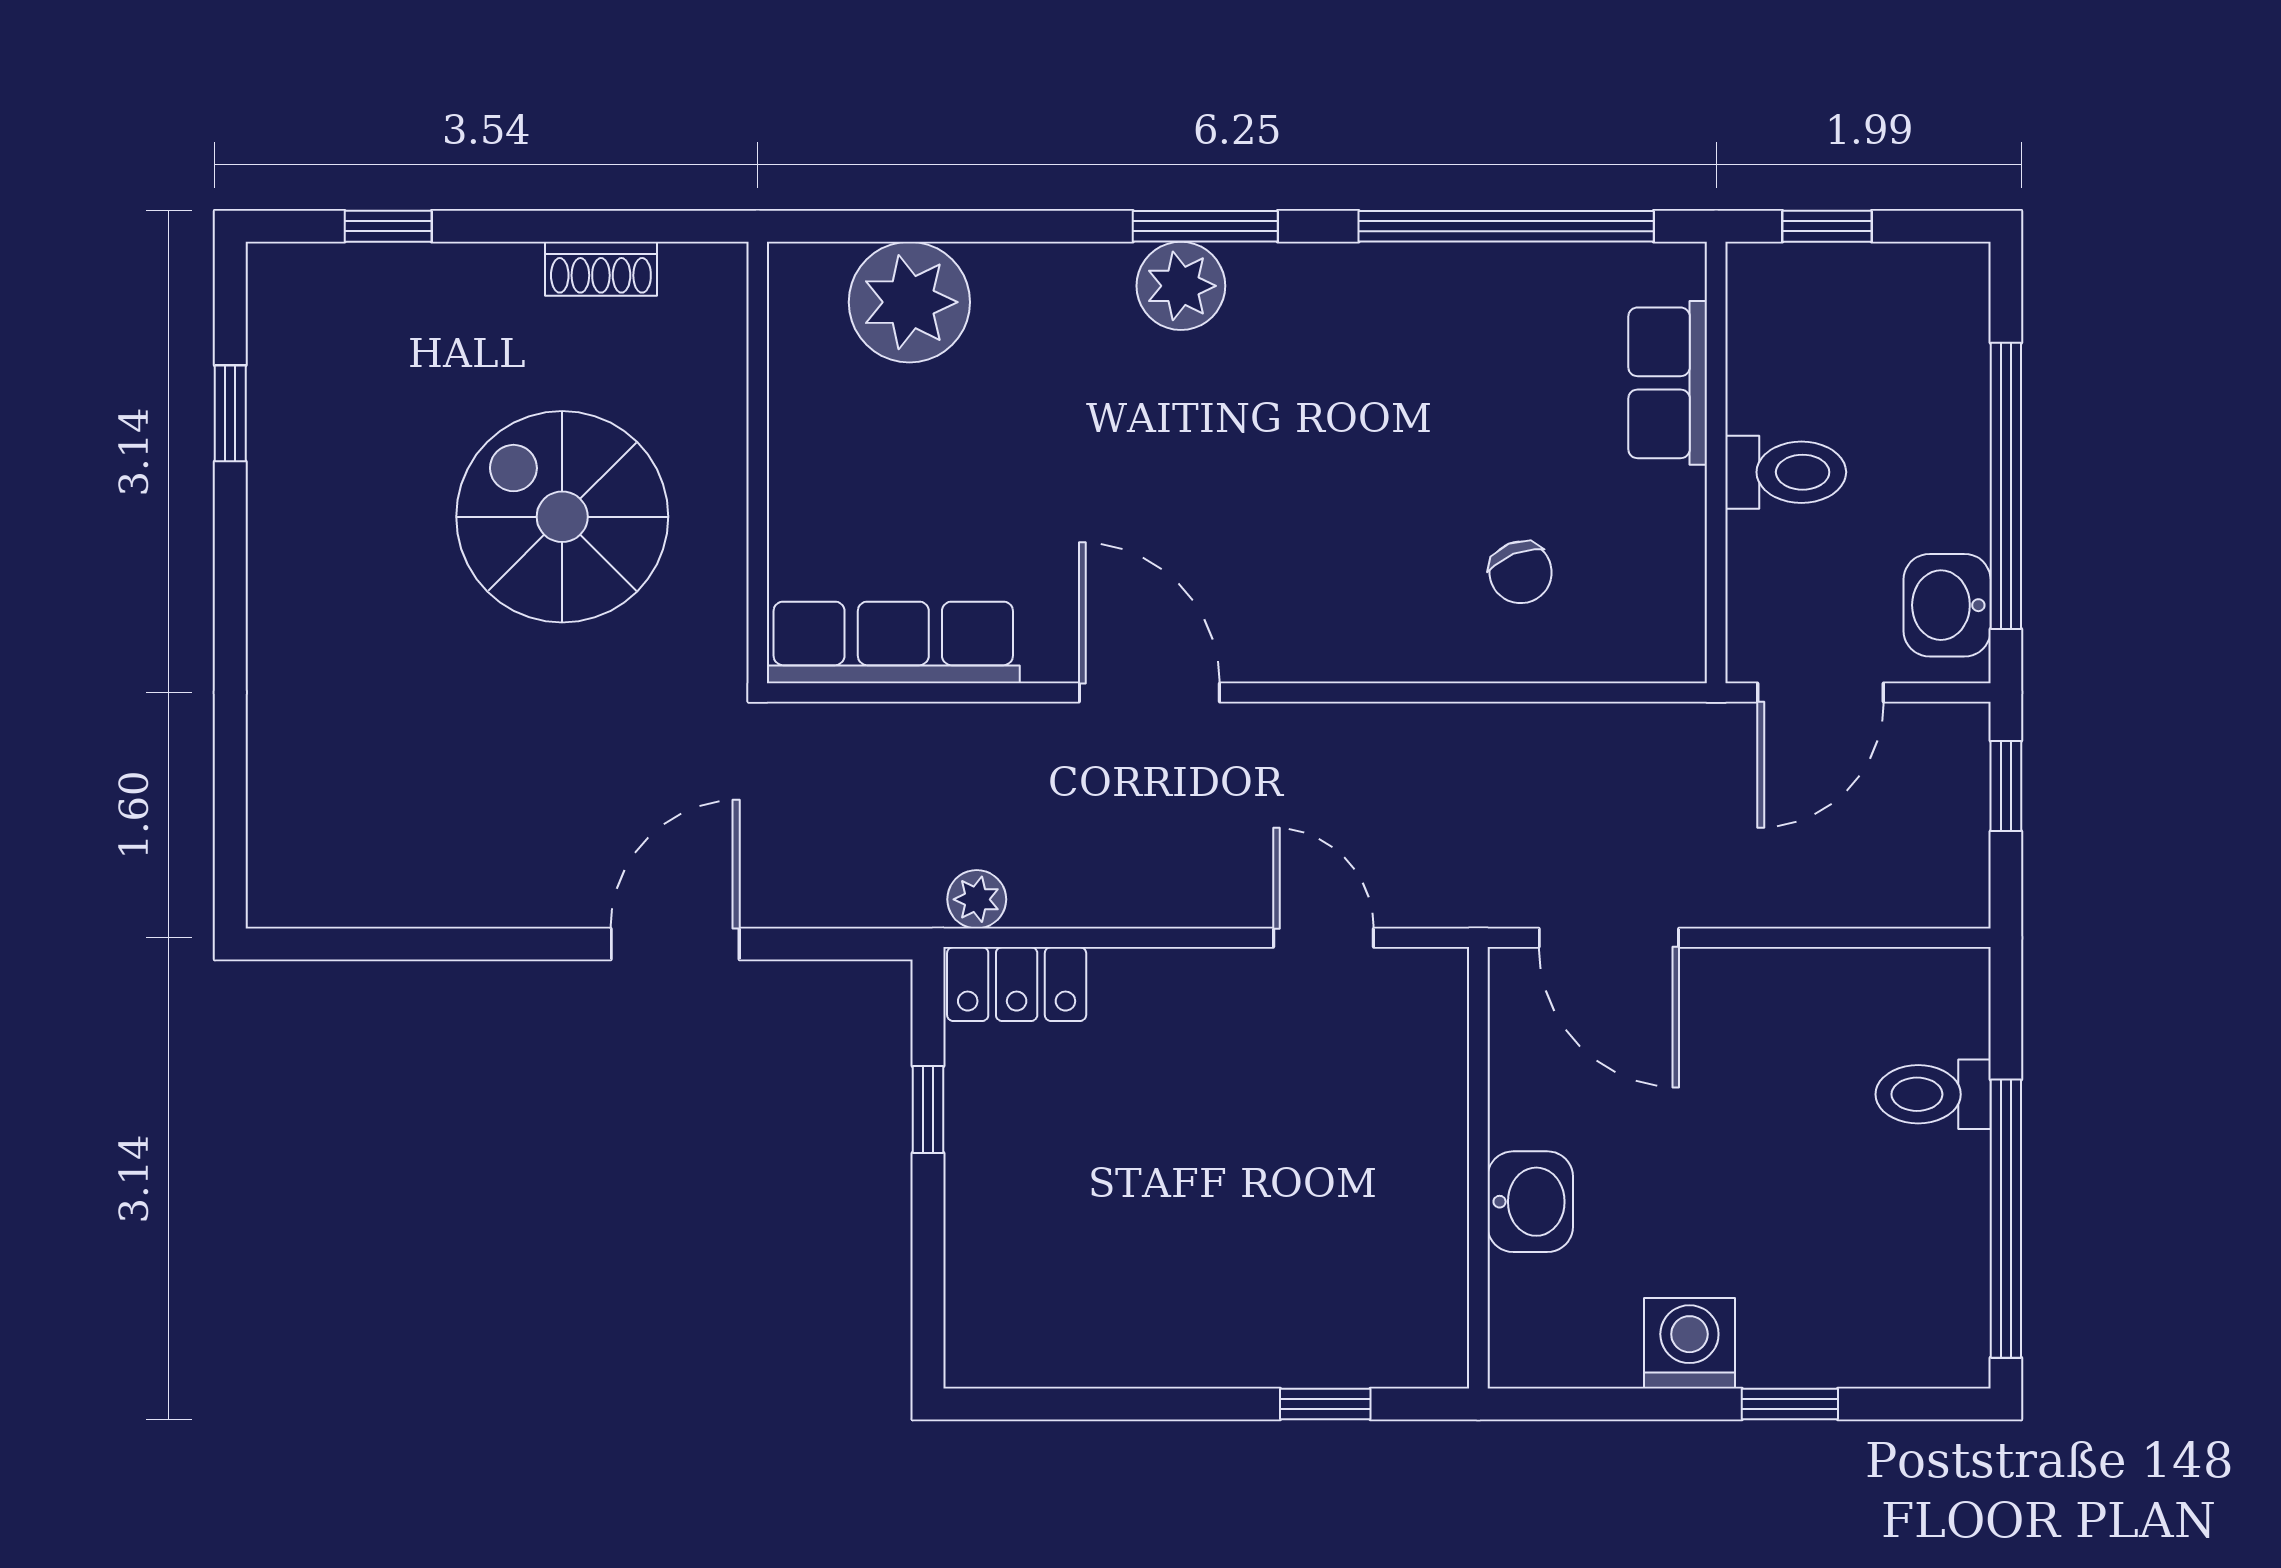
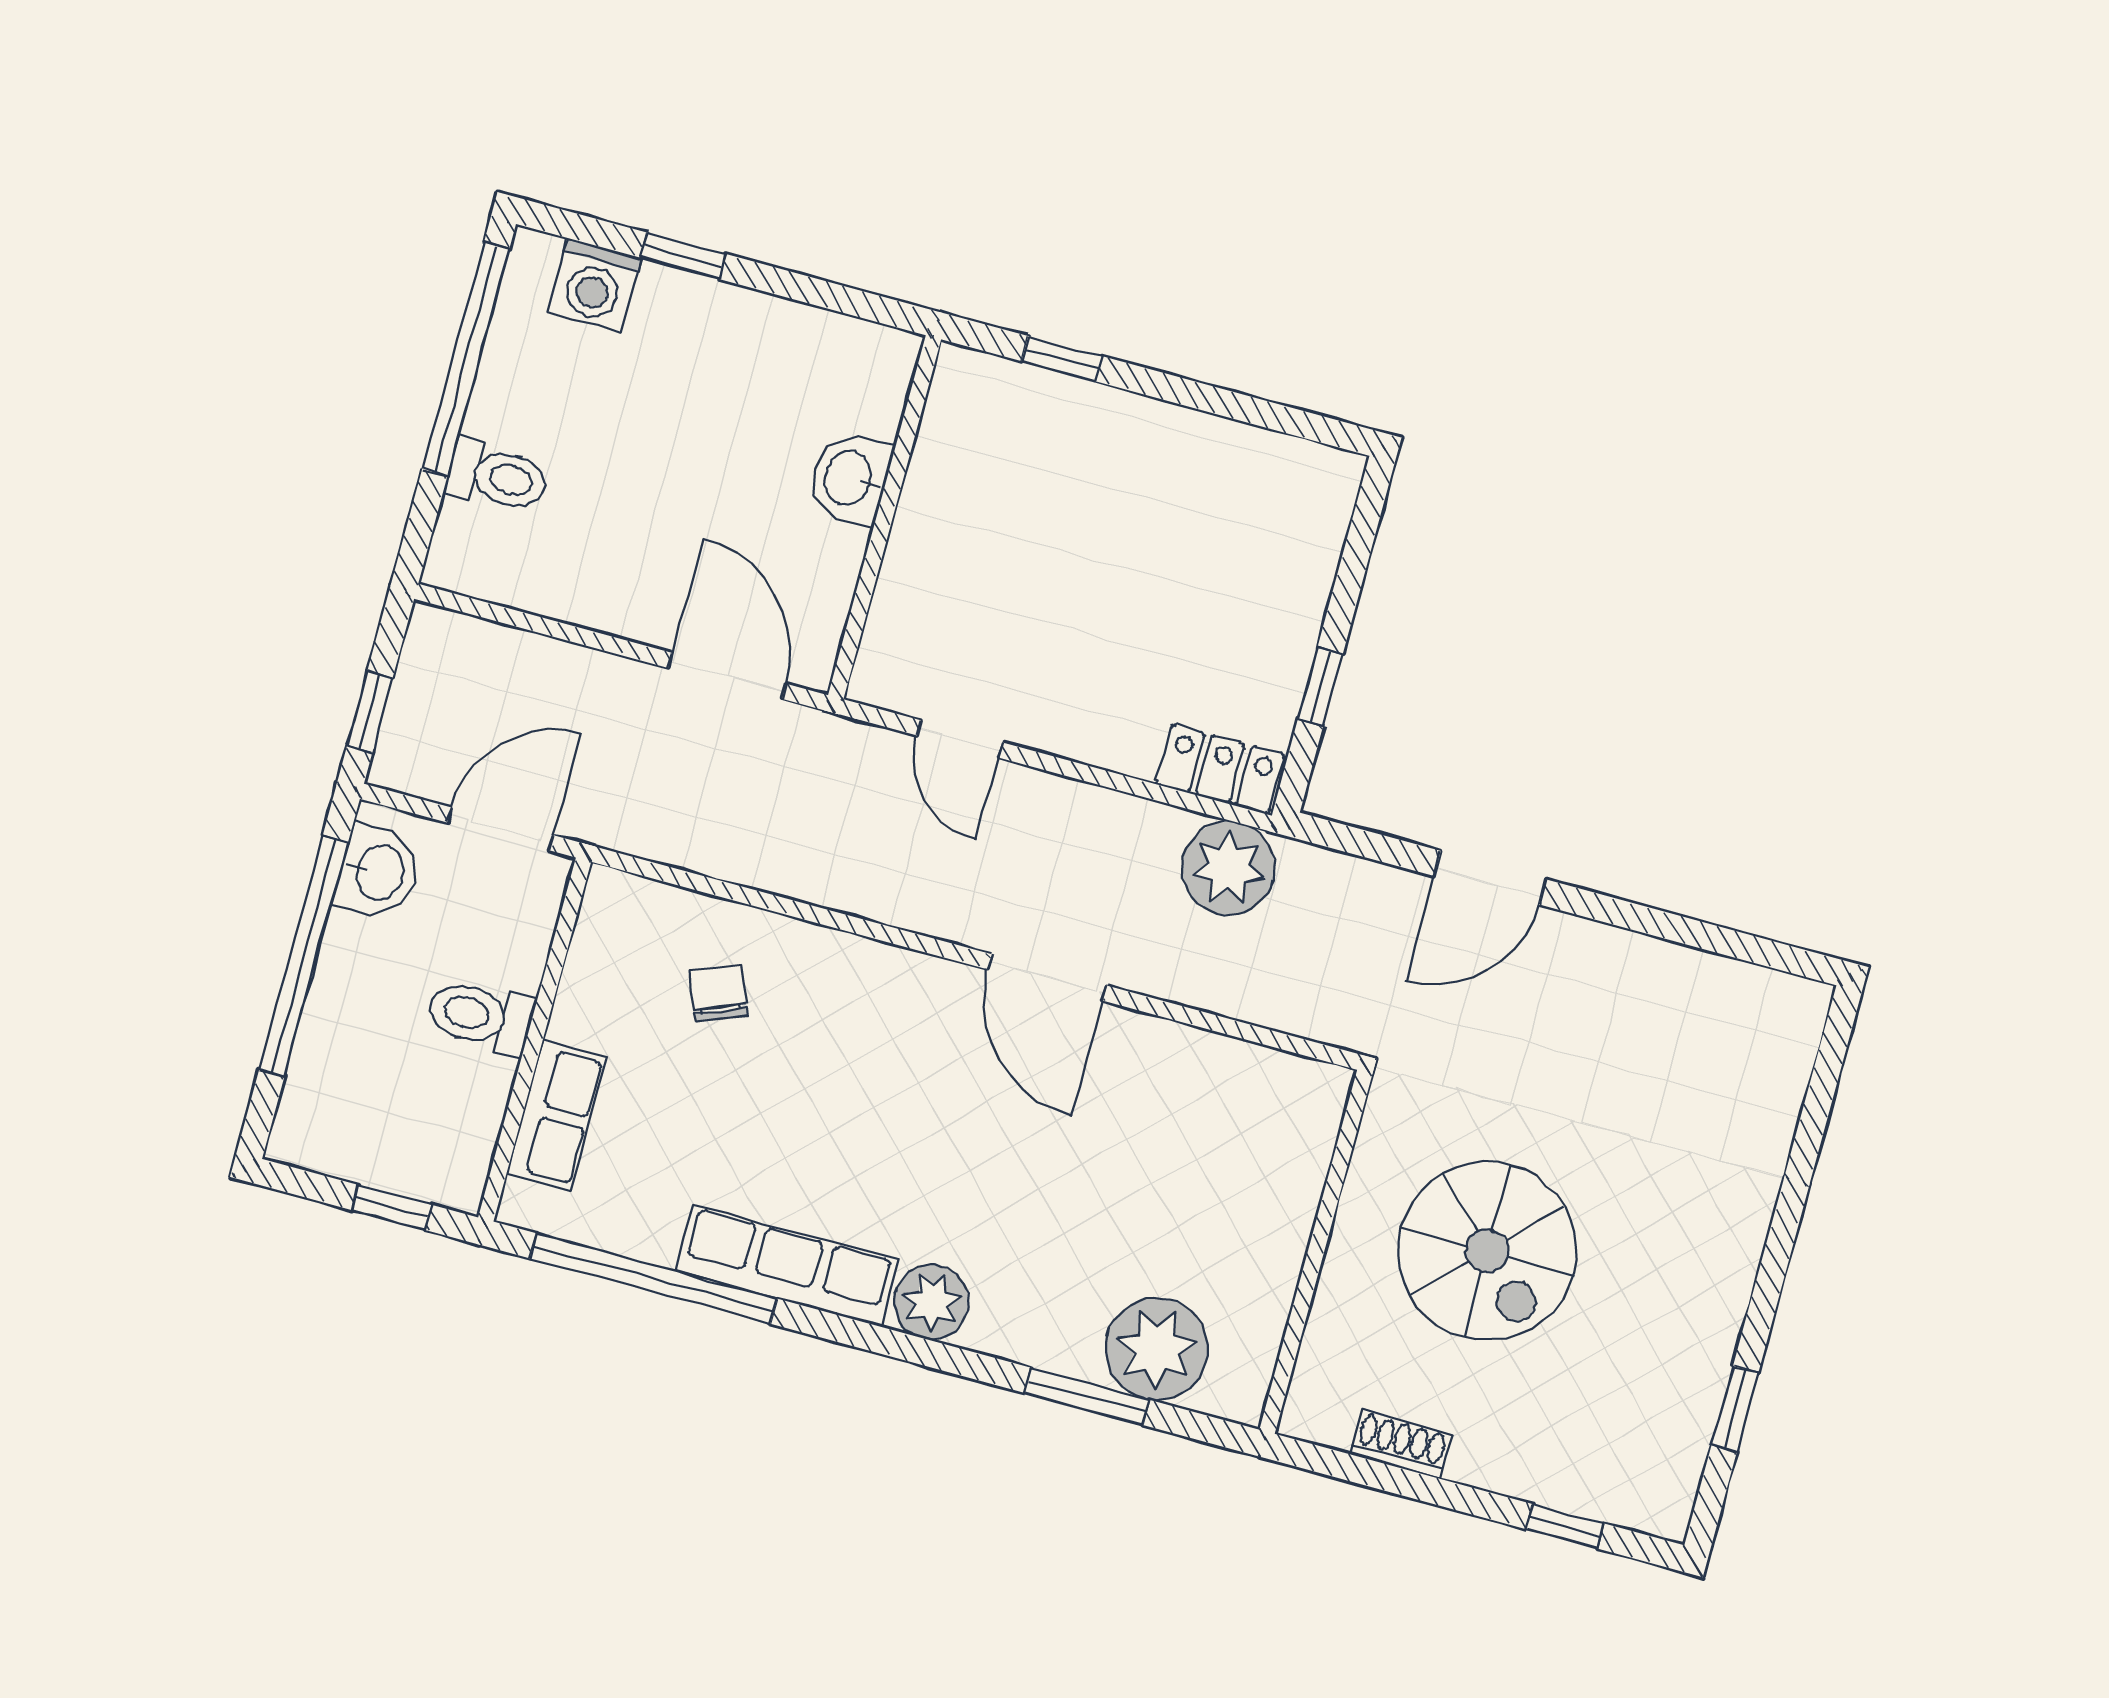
window: (1205, 226) -> (1087, 1396), moved
row of seats: (893, 642) -> (787, 1266), moved, turned 180
plant: (977, 899) -> (1228, 868), width x1.87, depth x1.87
washing machine: (1689, 1343) -> (594, 285), moved

